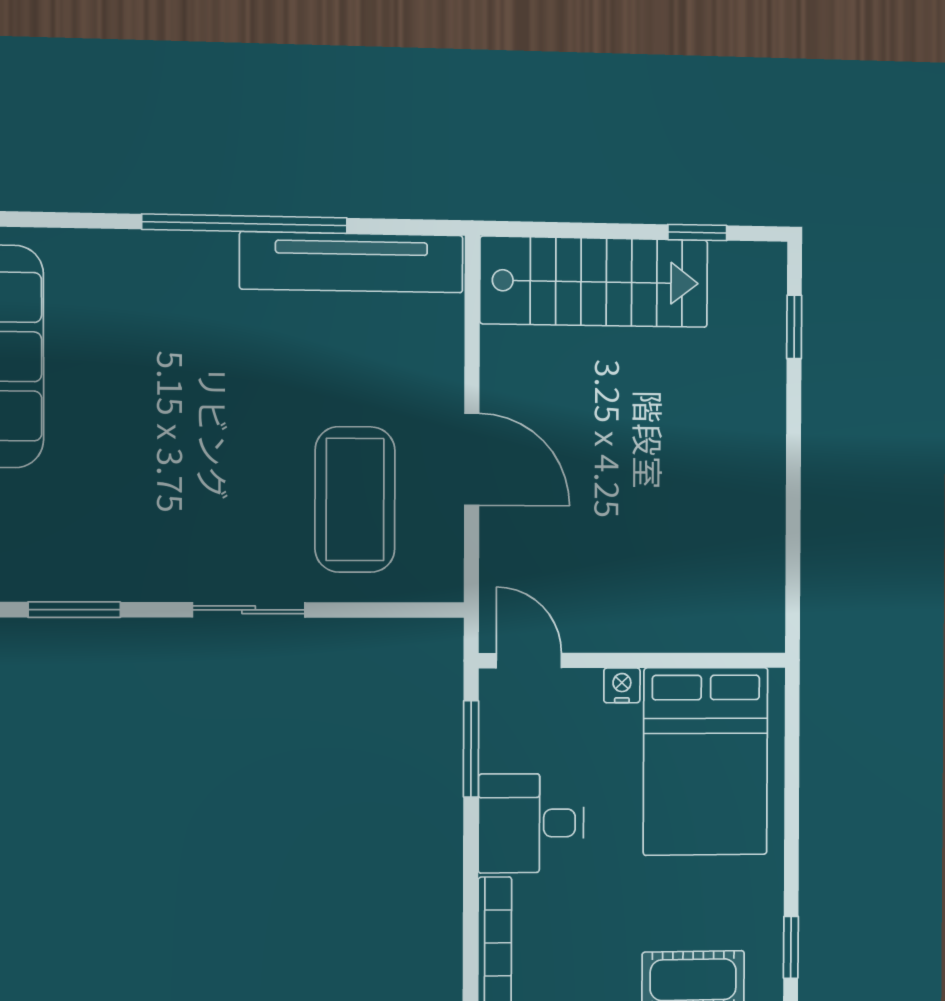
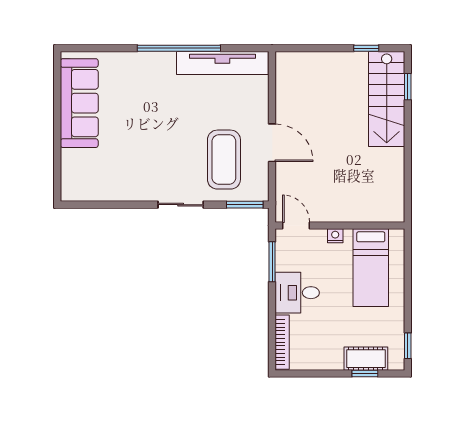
stairs: (594, 282) -> (387, 99), moved, turned 90
window: (74, 610) -> (245, 205), moved
bed: (706, 761) -> (371, 268), width x0.67

